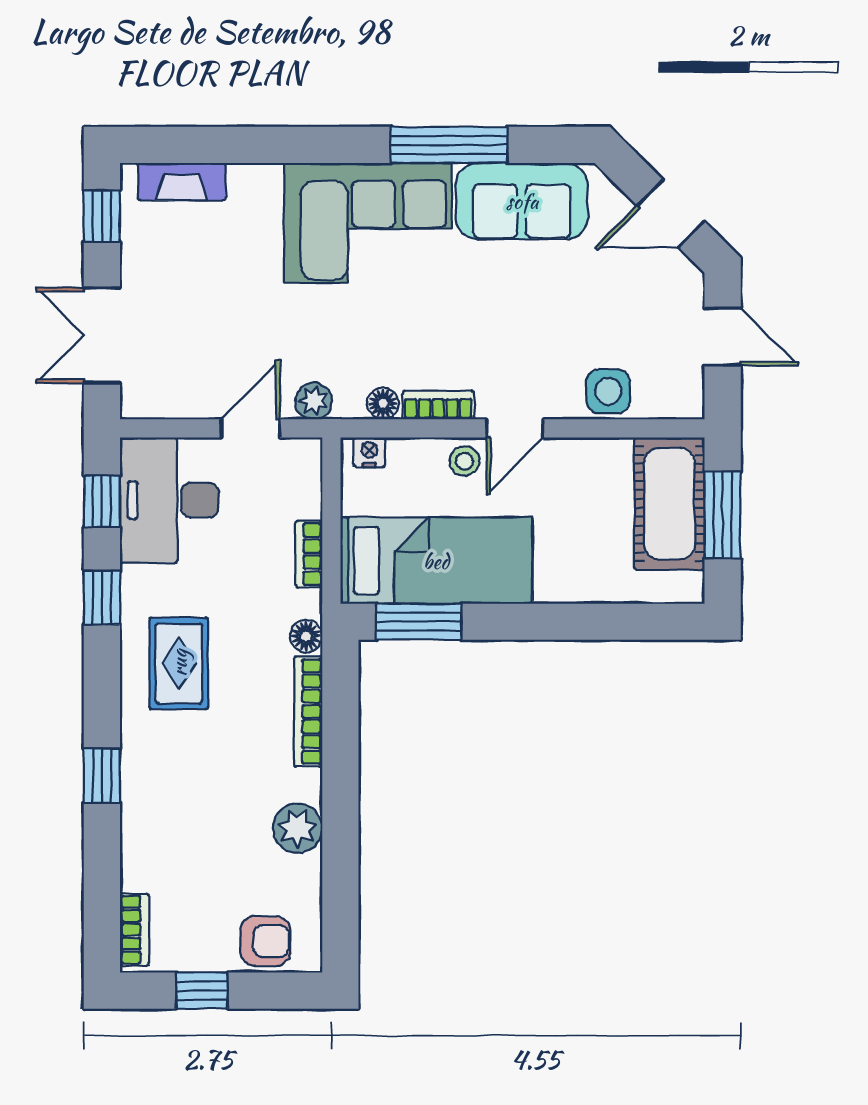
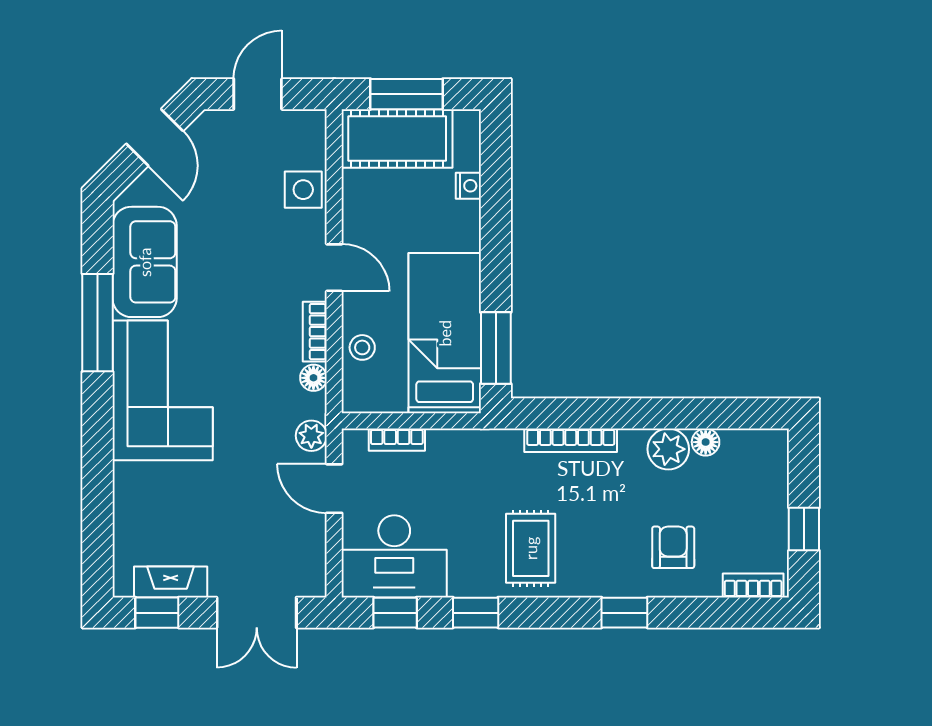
fireplace: (182, 182) -> (171, 582), moved, turned -90
nightstand: (369, 452) -> (468, 186), moved, turned 180
stool: (465, 461) -> (362, 347), moved
bookcase: (309, 554) -> (397, 440), moved
floor lamp: (306, 636) -> (706, 442), moved
rug: (179, 663) -> (531, 548), turned 90
armchair: (265, 941) -> (673, 547), moved

